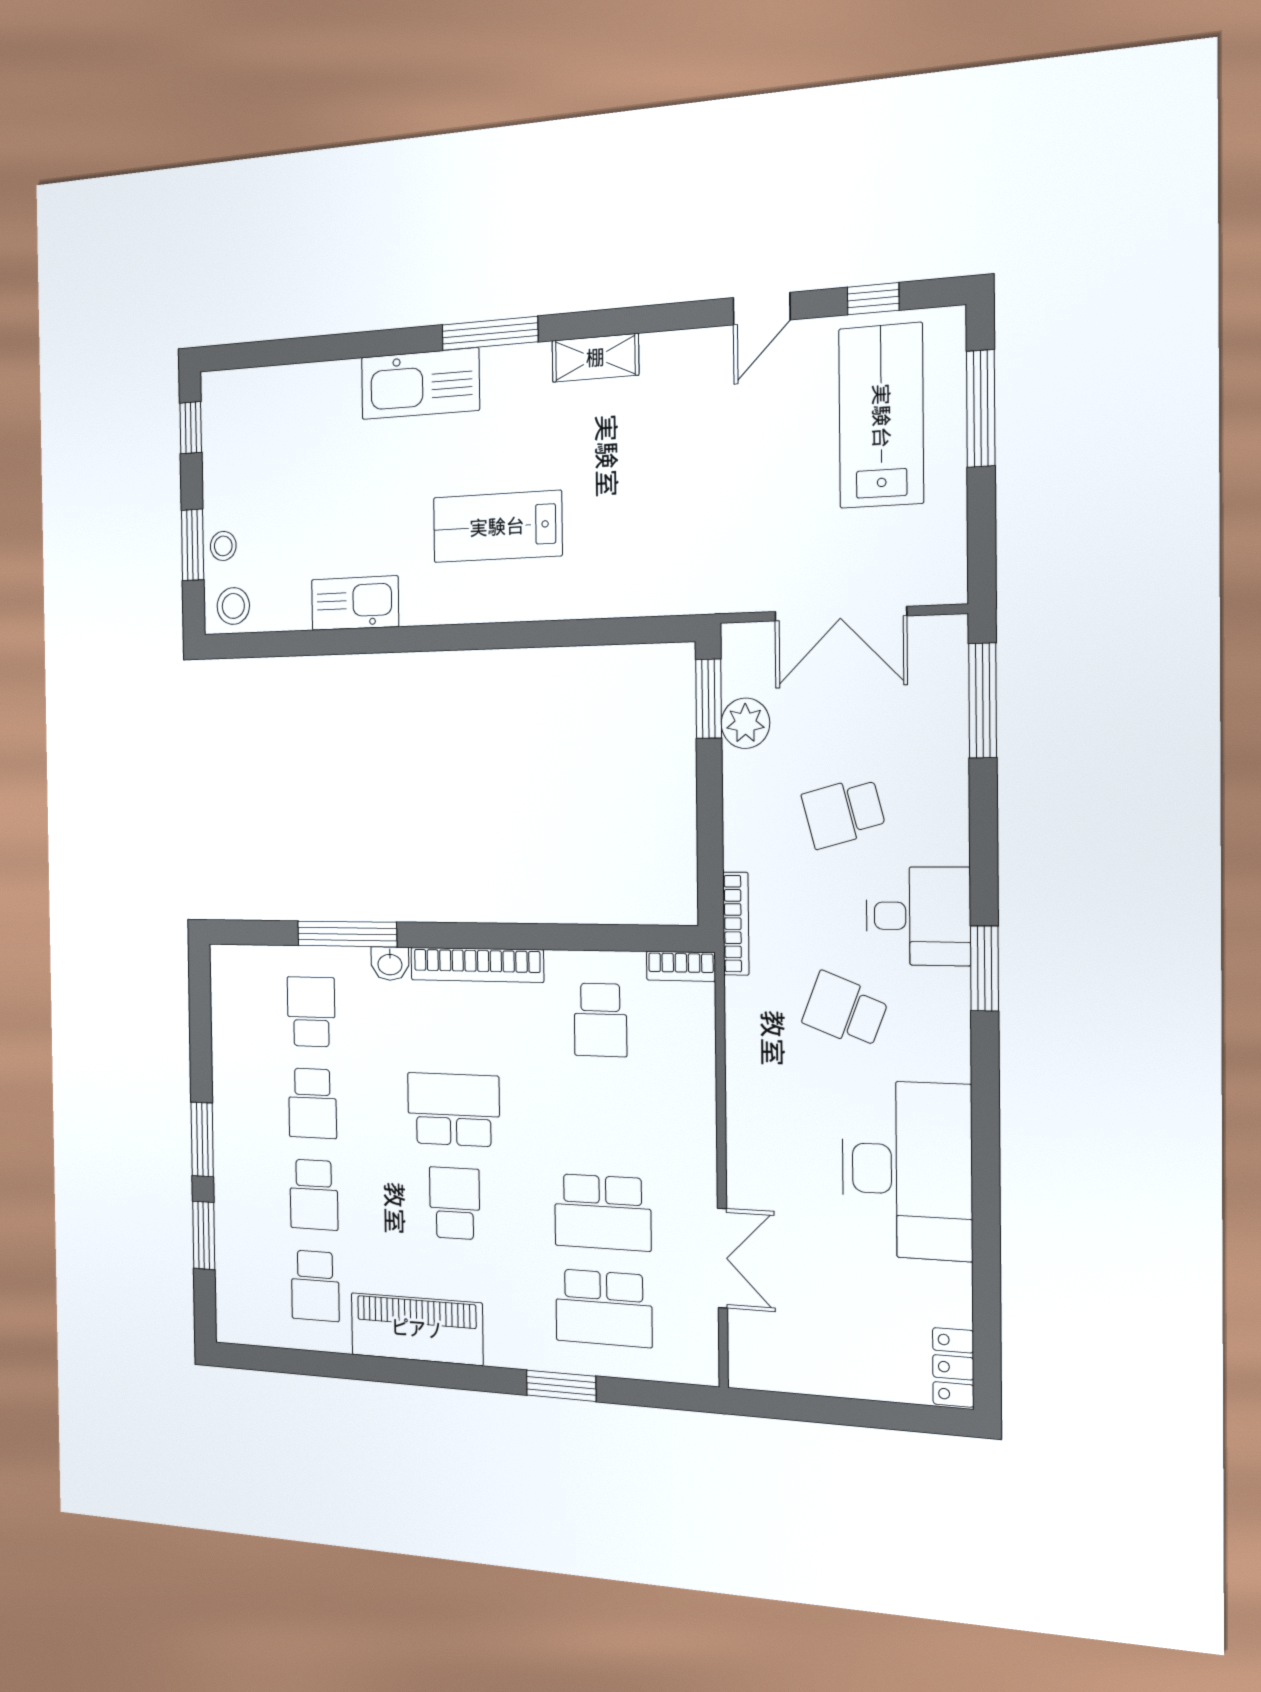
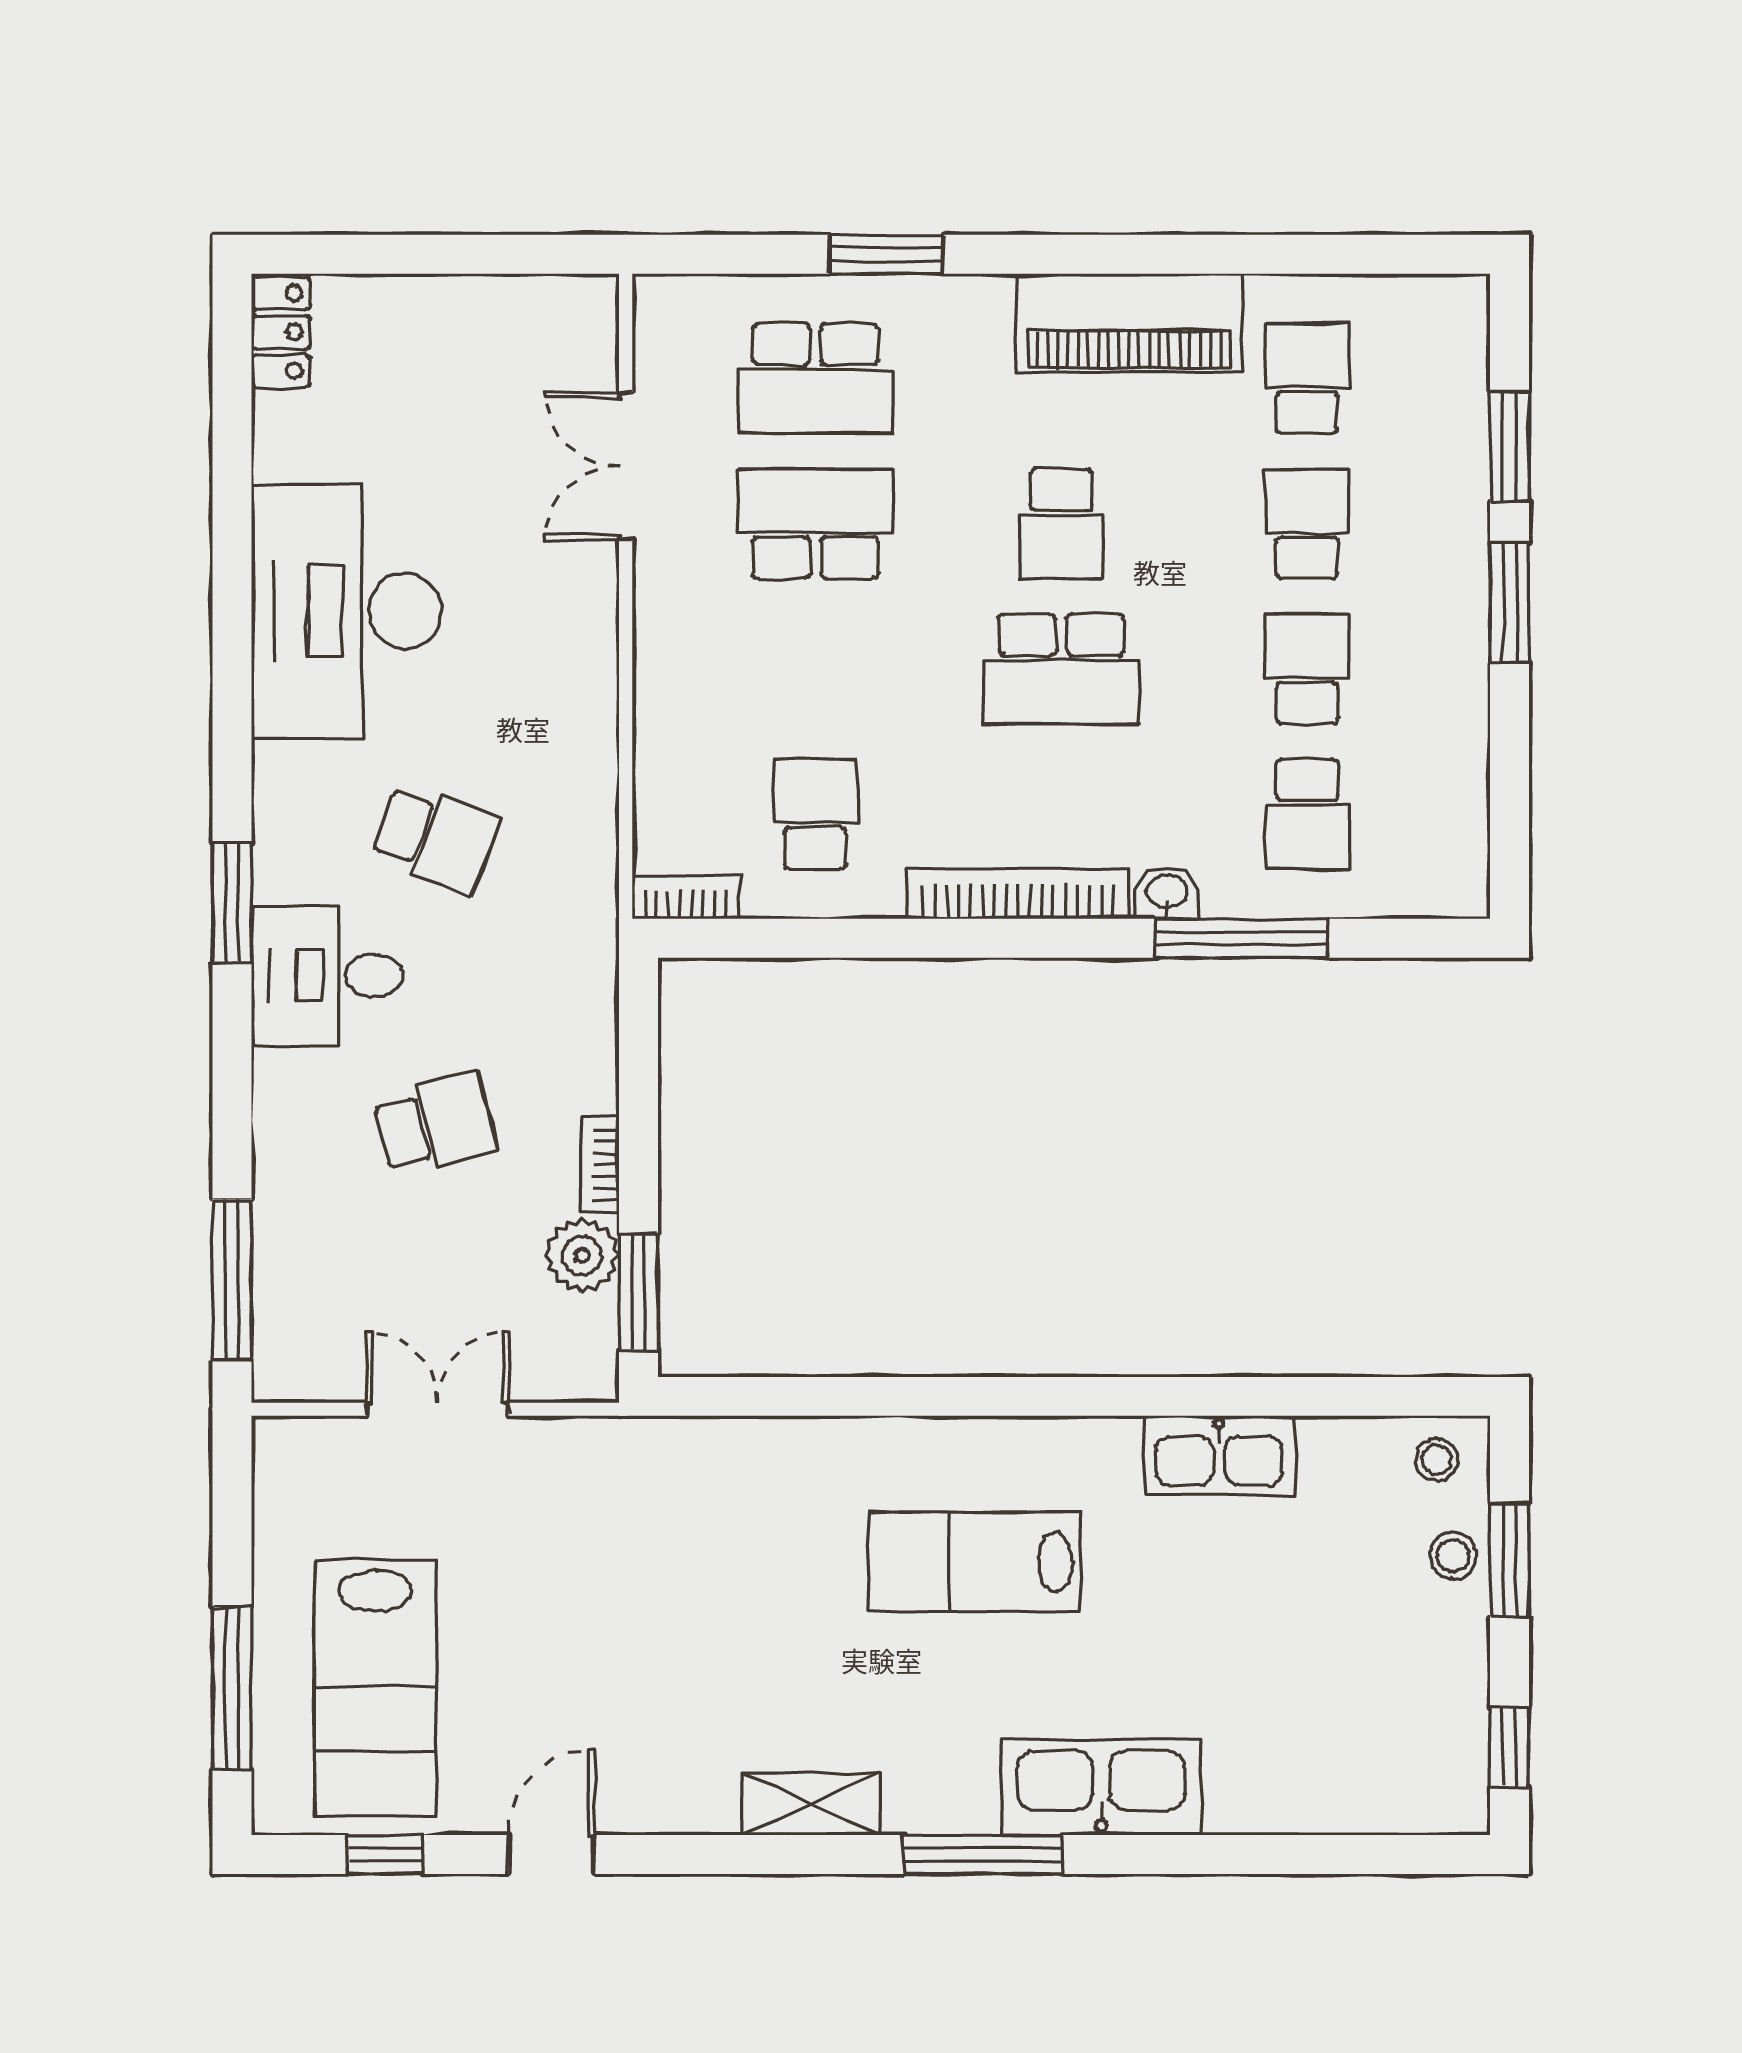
lab bench: (497, 527) -> (974, 1562), turned 180
stool: (233, 606) -> (1436, 1459), width x0.73, depth x0.73
double door: (840, 614) -> (437, 1409), width x0.73
bookcase: (736, 924) -> (600, 1164), moved, width x0.64
school desk: (604, 1308) -> (815, 378), turned 180

